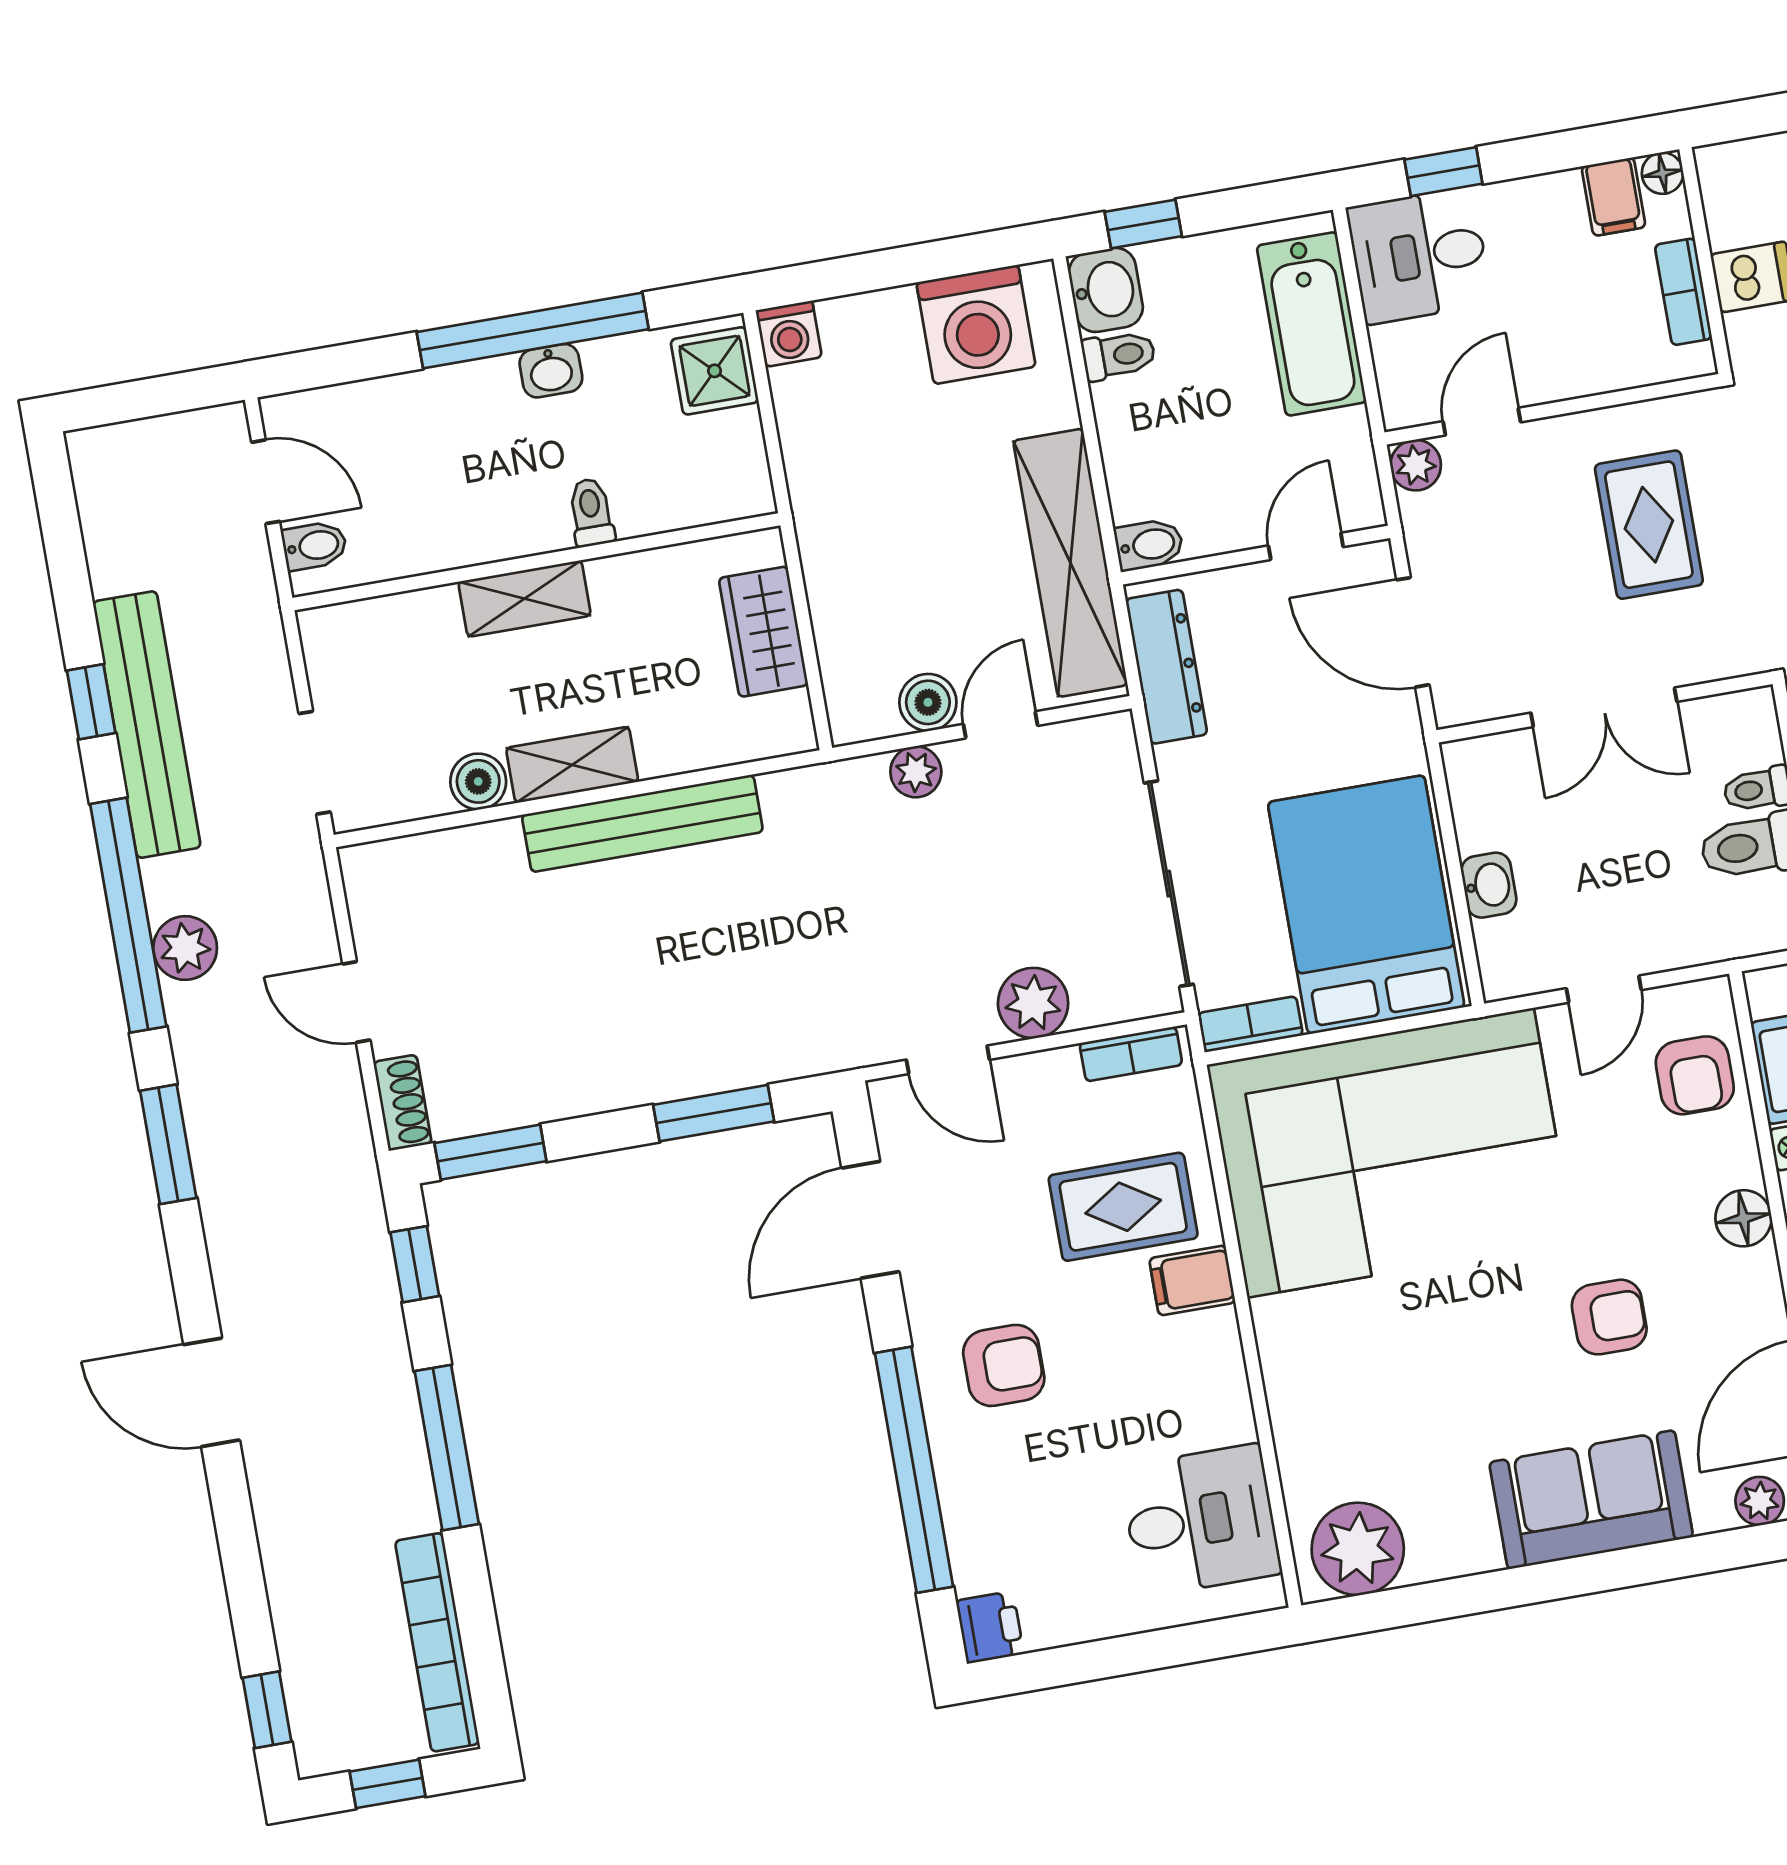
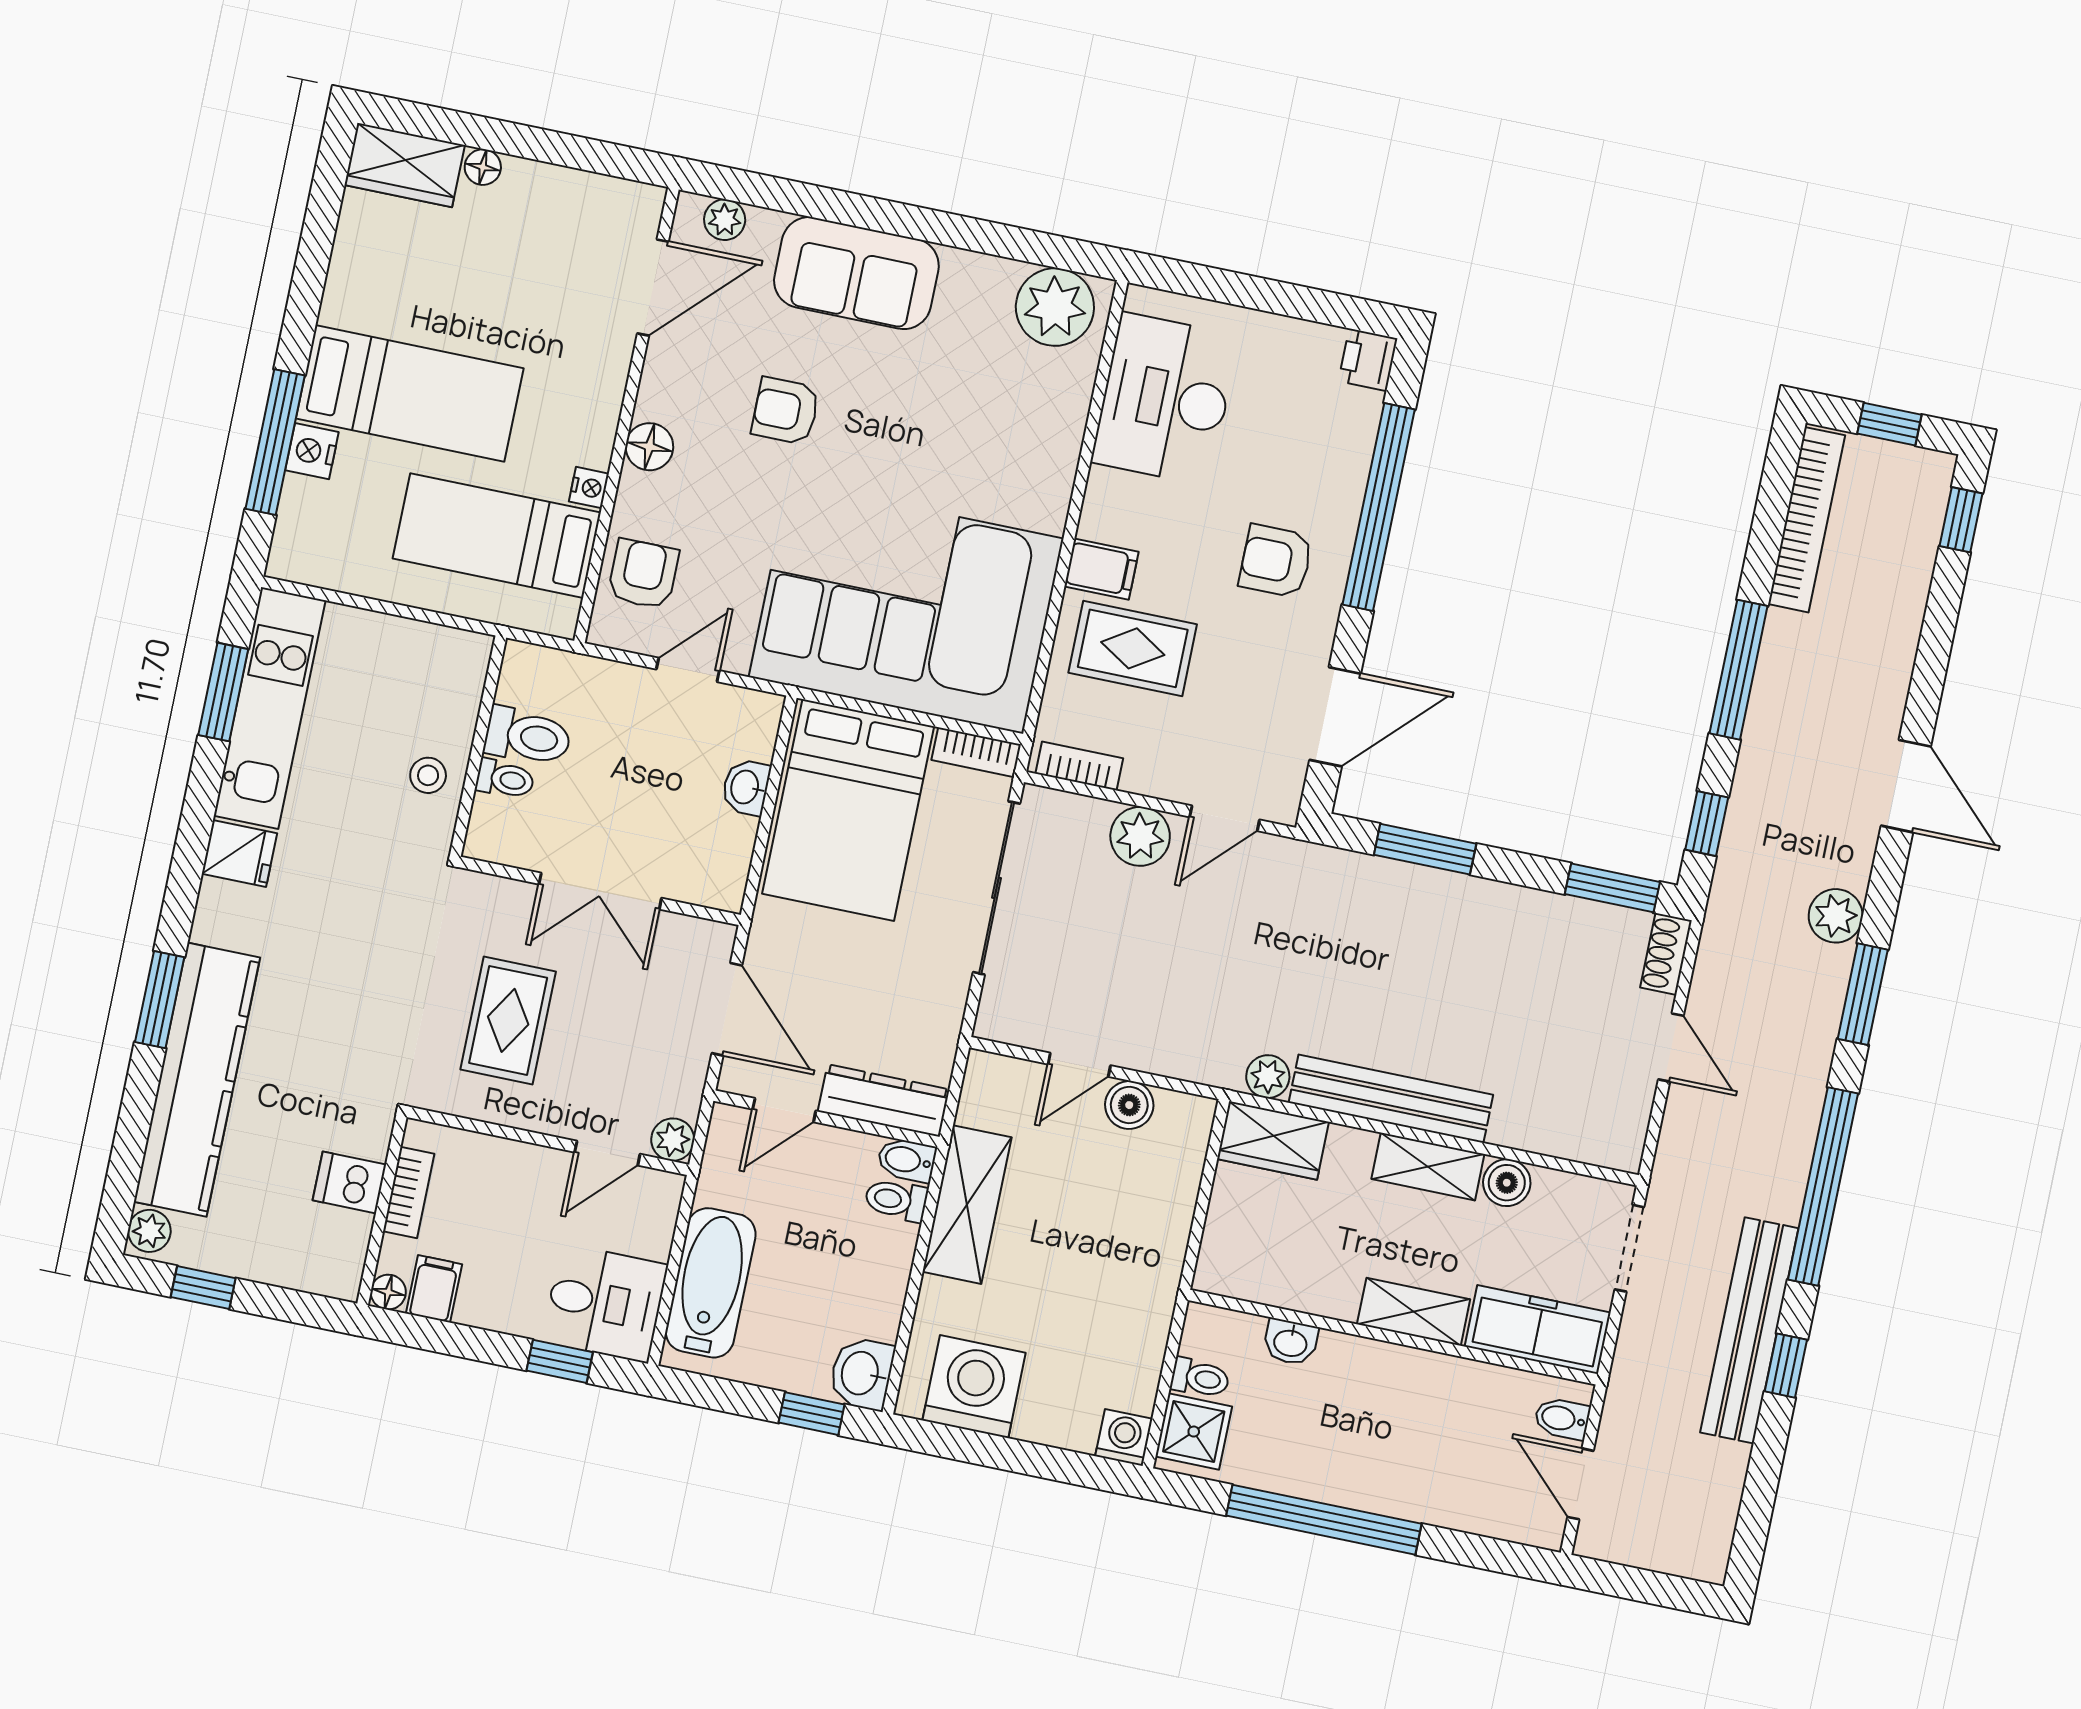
toilet: (1119, 355) -> (896, 1200), moved
washbasin: (551, 371) -> (1291, 1342), moved, turned 180
toilet: (591, 512) -> (1200, 1378), moved, turned -90
shelving: (1070, 563) -> (967, 1205), width x0.68
wardrobe: (763, 632) -> (1273, 1140), moved, turned 90
freezer: (380, 633) -> (1538, 1330), added
dresser: (1166, 667) -> (884, 1100), moved, turned 90
double door: (1604, 707) -> (600, 891), swing flipped
plant: (916, 772) -> (1268, 1077), moved
plant: (185, 948) -> (1836, 916), moved
door: (948, 1060) -> (1225, 818), swing flipped
desk: (1201, 1520) -> (1165, 399), width x1.37

